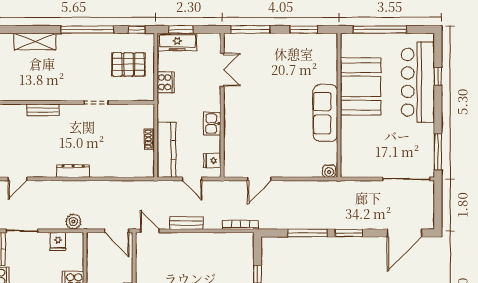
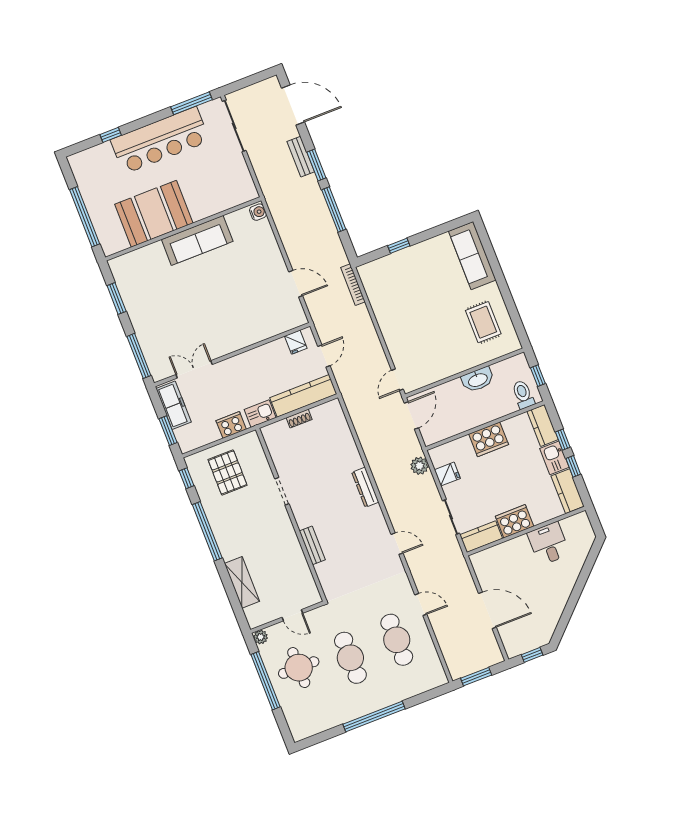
freezer: (177, 42) -> (174, 405), moved
bar counter: (418, 82) -> (160, 140), moved
kitchen sink: (212, 124) -> (260, 414), moved, turned 180
bench: (186, 223) -> (301, 157), moved

